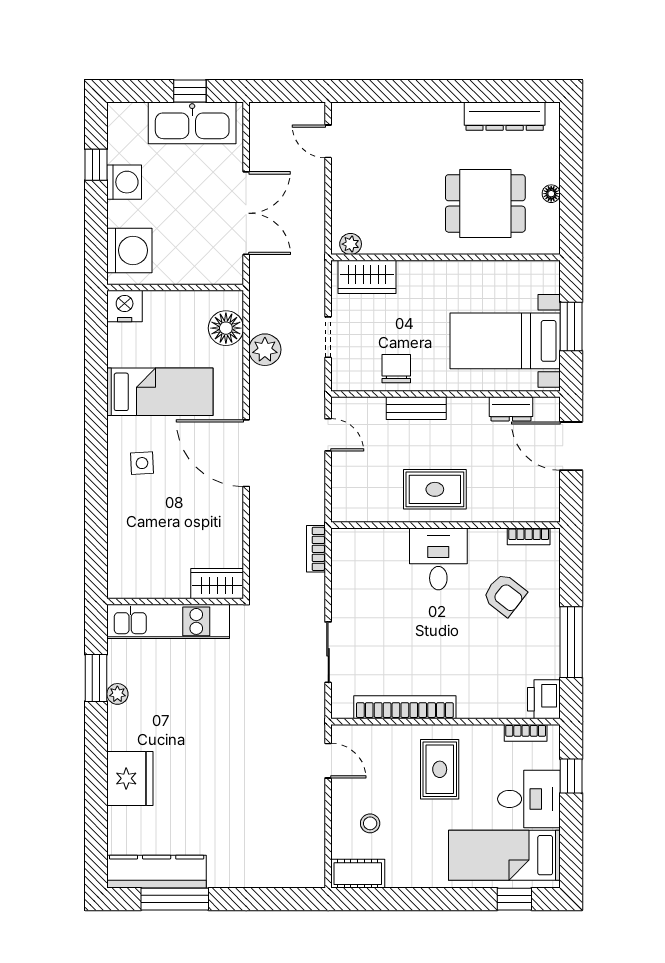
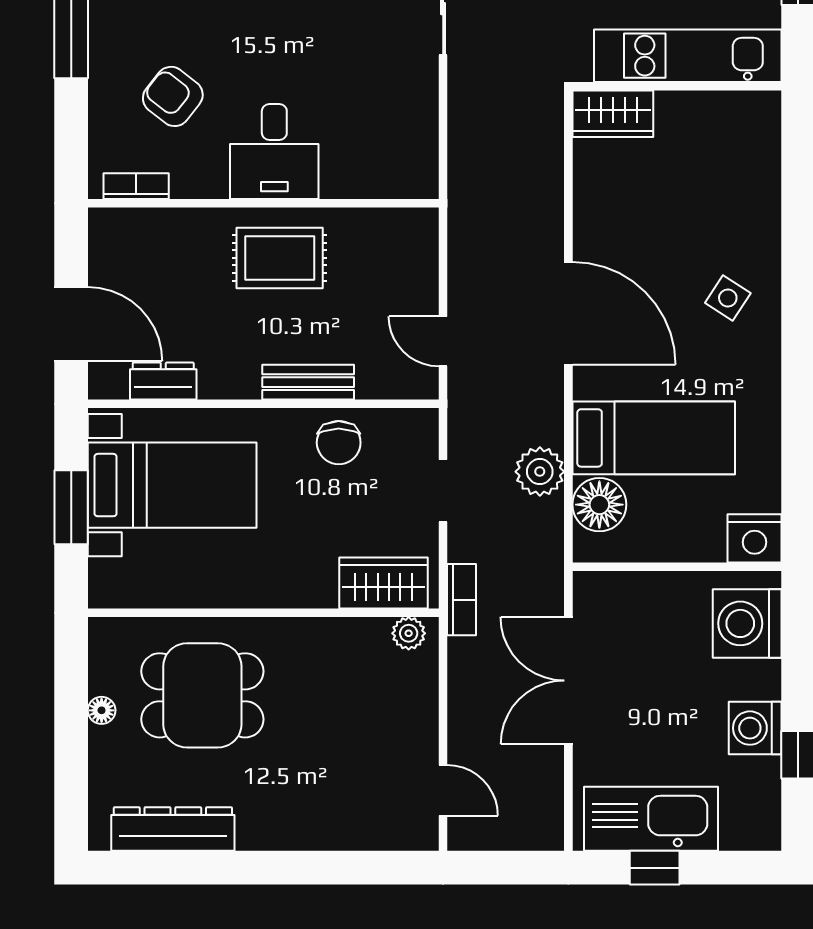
bed: (160, 392) -> (654, 438), moved, turned 180
side table: (142, 463) -> (728, 298), turned 36
bookcase: (316, 549) -> (461, 600), moved

